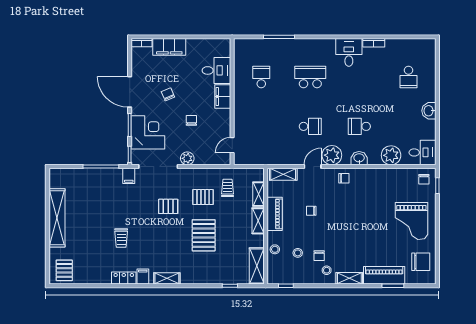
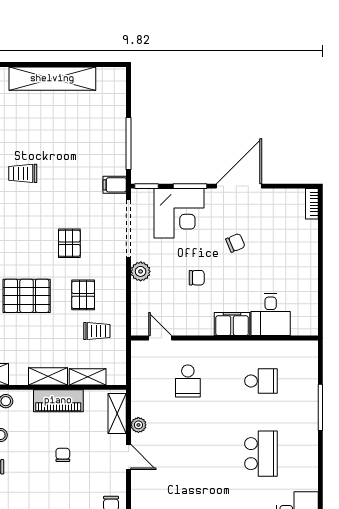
filing cabinet: (169, 47) -> (305, 245), removed
school desk: (310, 126) -> (188, 381), moved
plant: (332, 155) -> (138, 425), moved, width x0.53, depth x0.53

